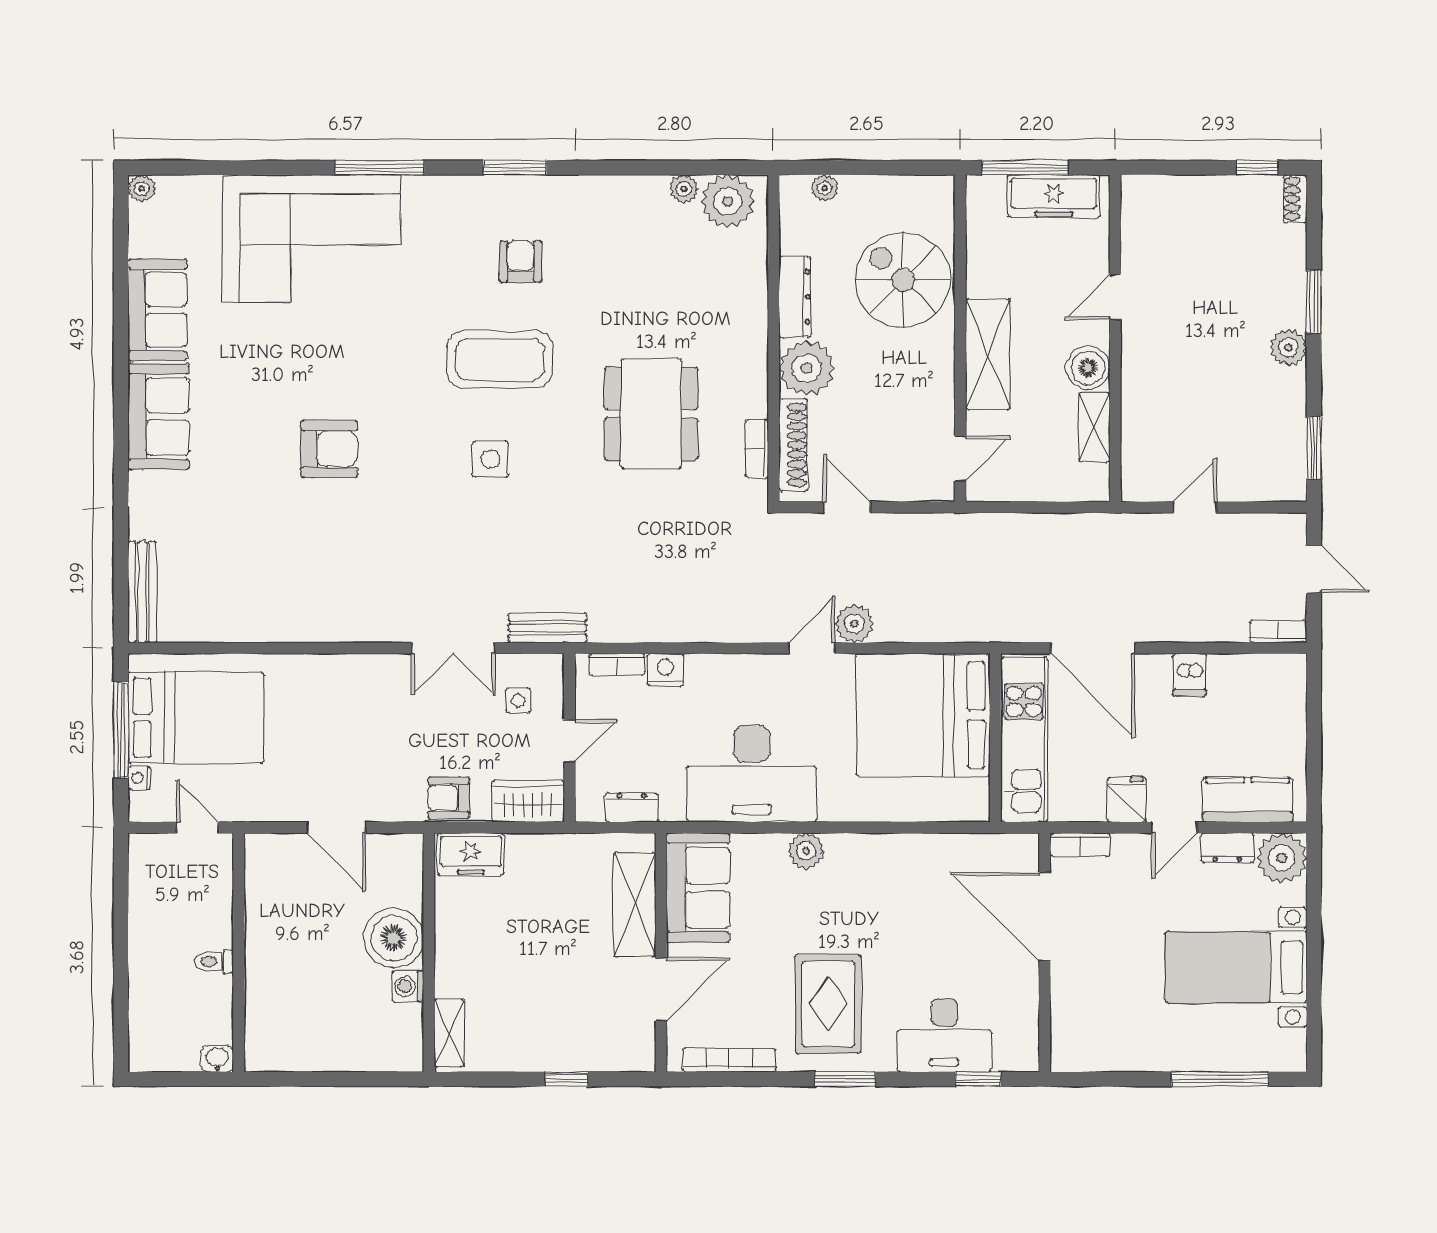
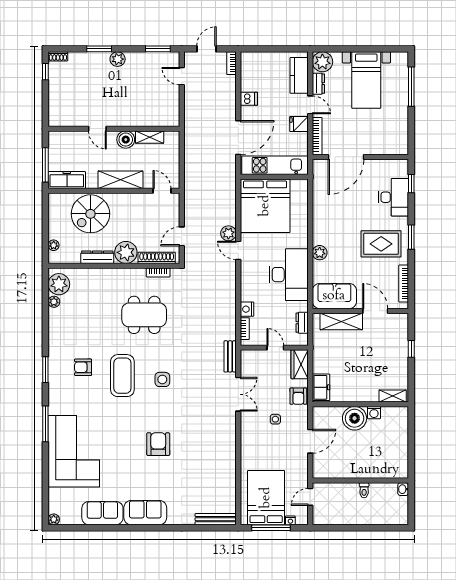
freezer: (1054, 196) -> (67, 180), moved, turned -90
door: (1195, 507) -> (182, 76), moved
side table: (518, 701) -> (275, 419), moved
bookcase: (1080, 845) -> (317, 136), width x1.56

